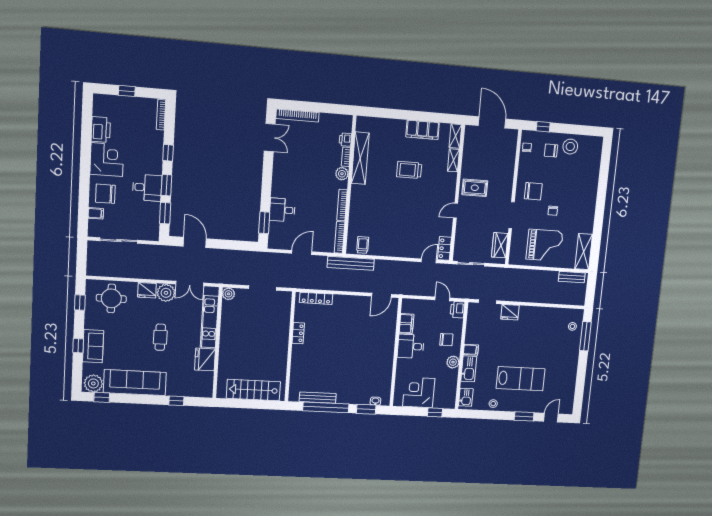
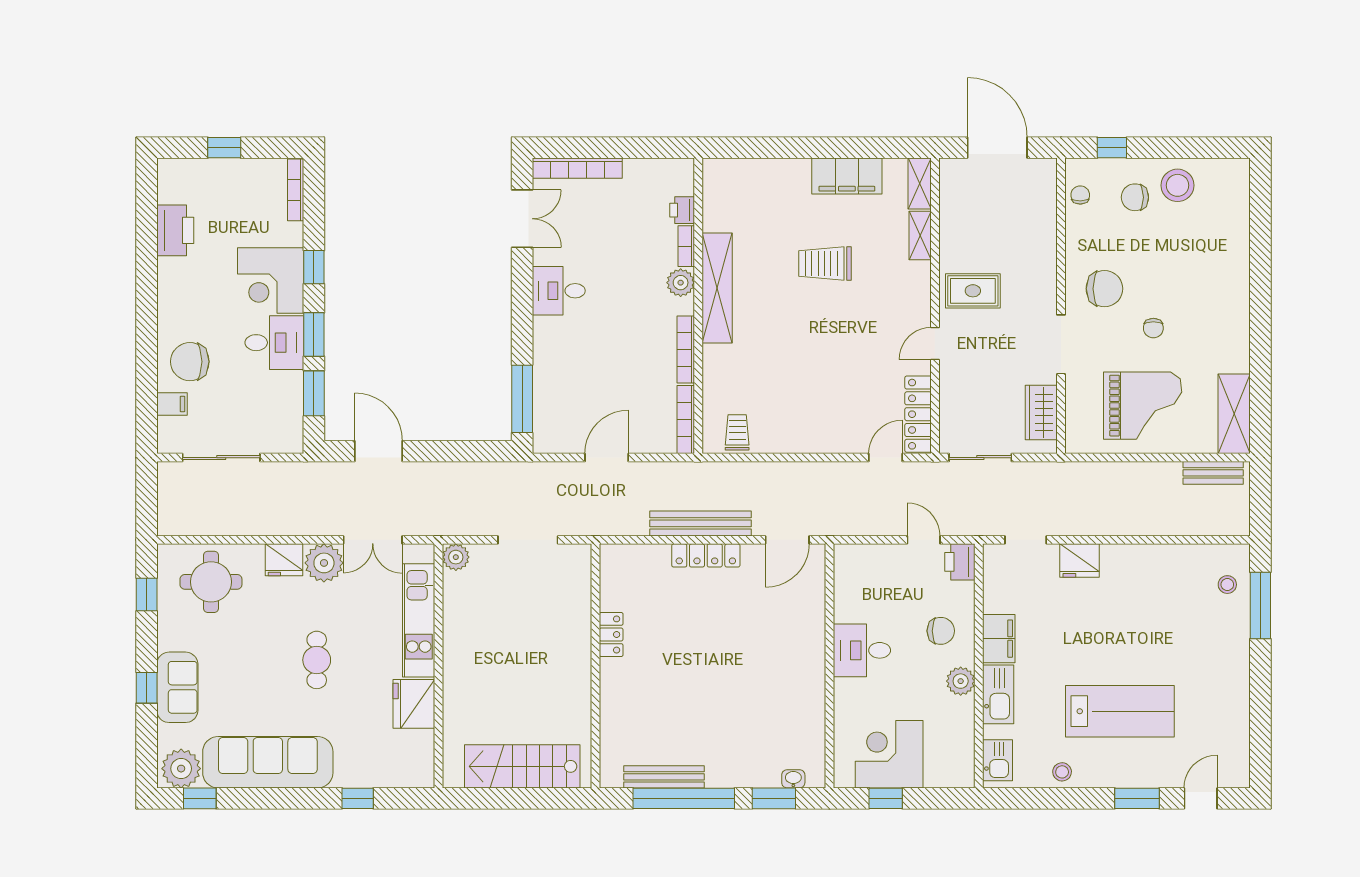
shelving: (360, 158) -> (717, 288), moved
corner desk: (107, 160) -> (271, 281), moved, turned 180
desk: (282, 210) -> (559, 291), moved
window: (264, 223) -> (522, 399), width x1.44
locker: (445, 248) -> (918, 414), width x1.53
bench: (351, 263) -> (700, 523), moved
locker: (316, 298) -> (706, 555), moved
filing cabinet: (406, 324) -> (848, 600), removed
filing cabinet: (471, 350) -> (999, 639), width x2.00
window: (435, 412) -> (886, 798), moved

